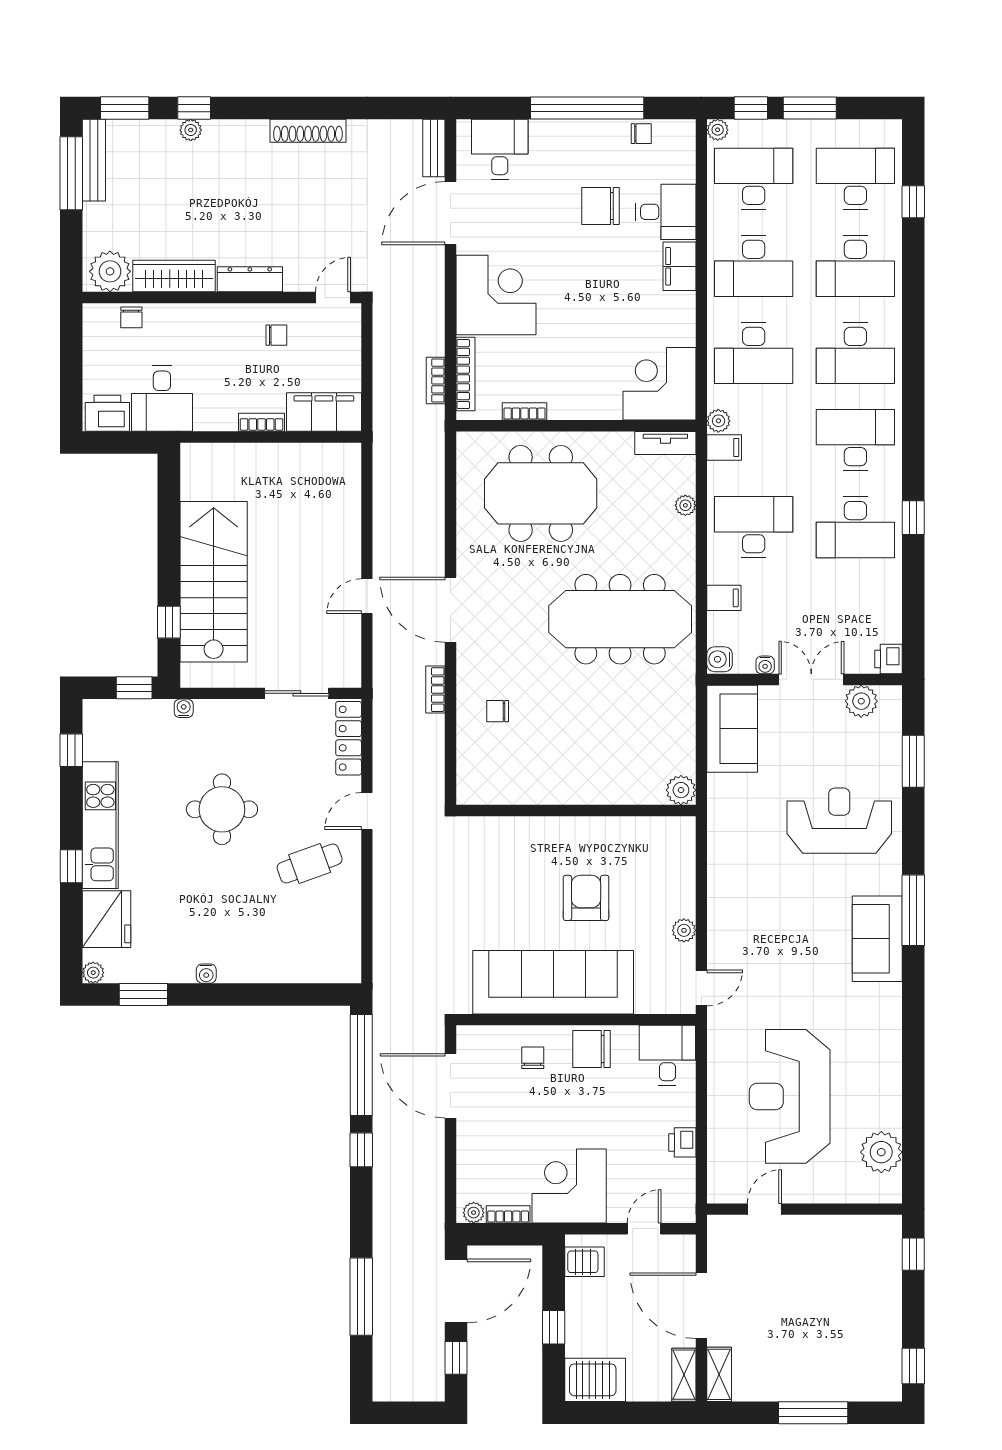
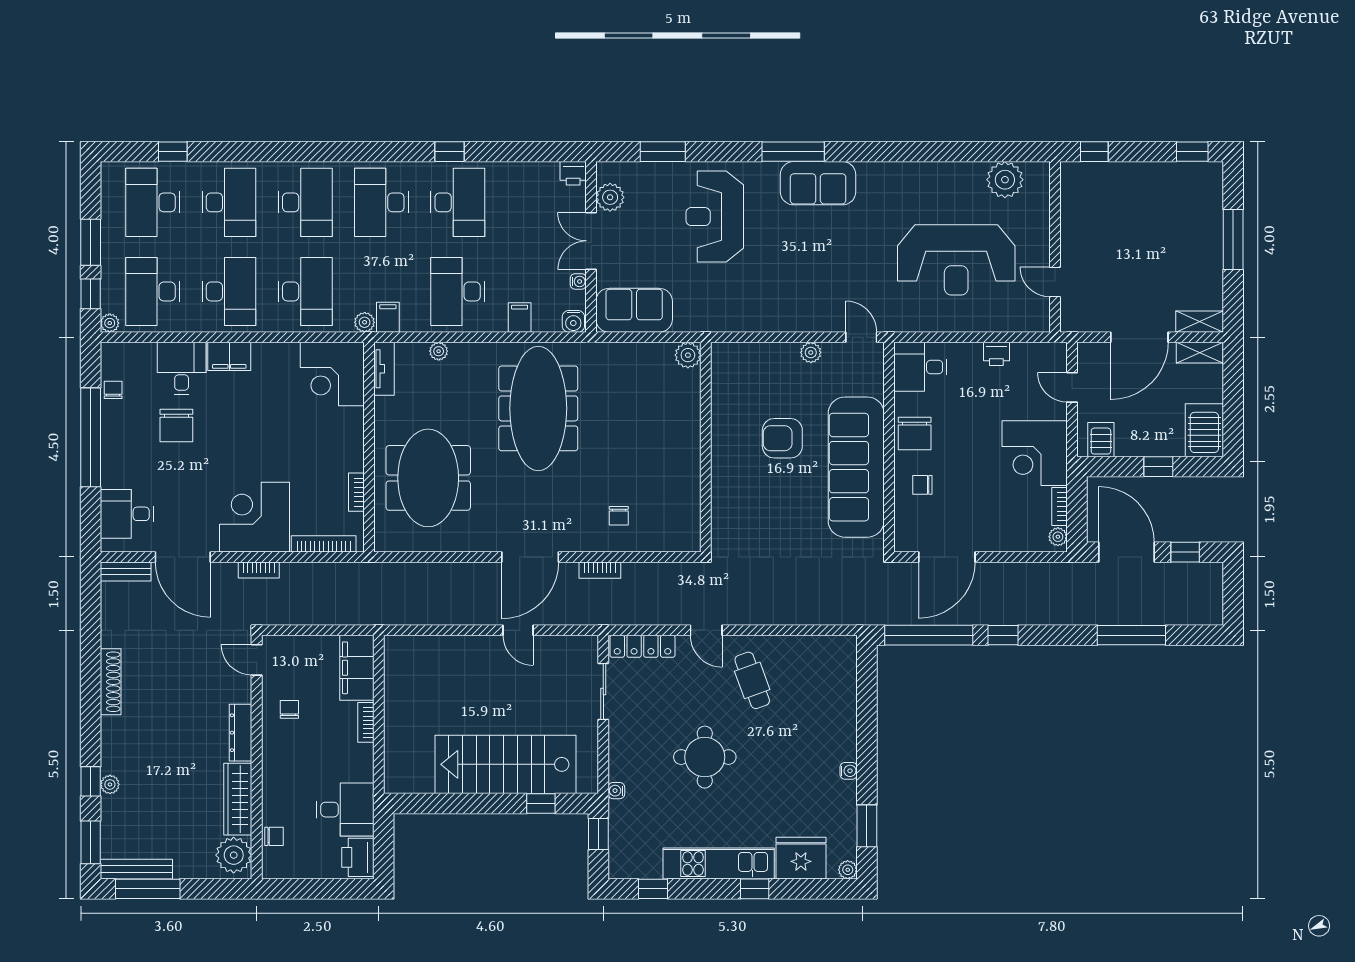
bookcase: (436, 380) -> (259, 570), moved

